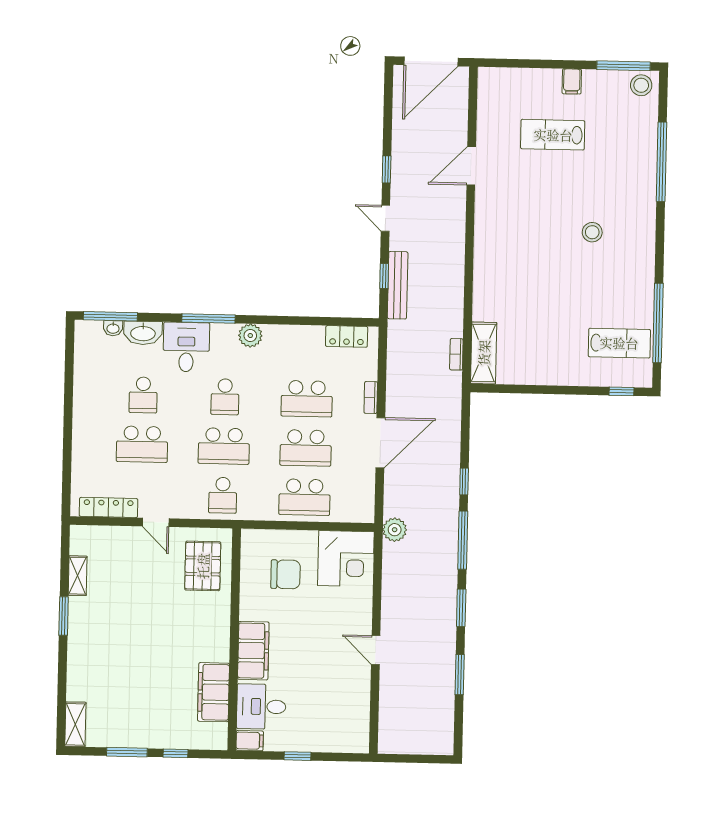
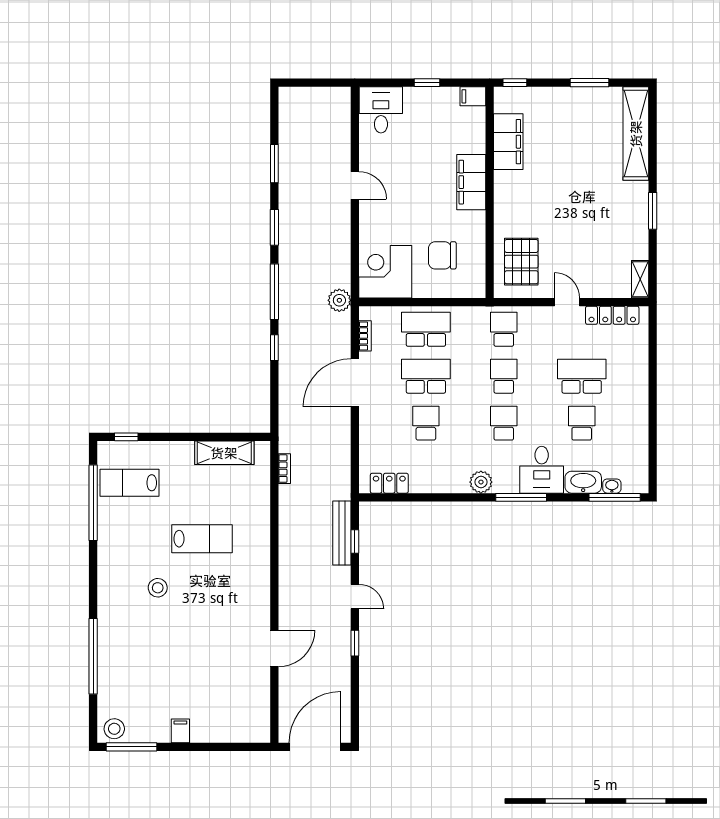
lab bench: (553, 135) -> (202, 539), moved
shelving: (484, 353) -> (224, 453), moved, turned 90
bookcase: (371, 397) -> (365, 336), moved
school desk: (307, 399) -> (426, 423), width x0.54
school desk: (224, 446) -> (504, 376), width x0.54
shelving: (78, 576) -> (640, 279), moved
desk: (261, 707) -> (381, 110), moved, turned -90
shelving: (75, 724) -> (636, 134), width x2.20, depth x1.33
window: (175, 753) -> (515, 83), moved

